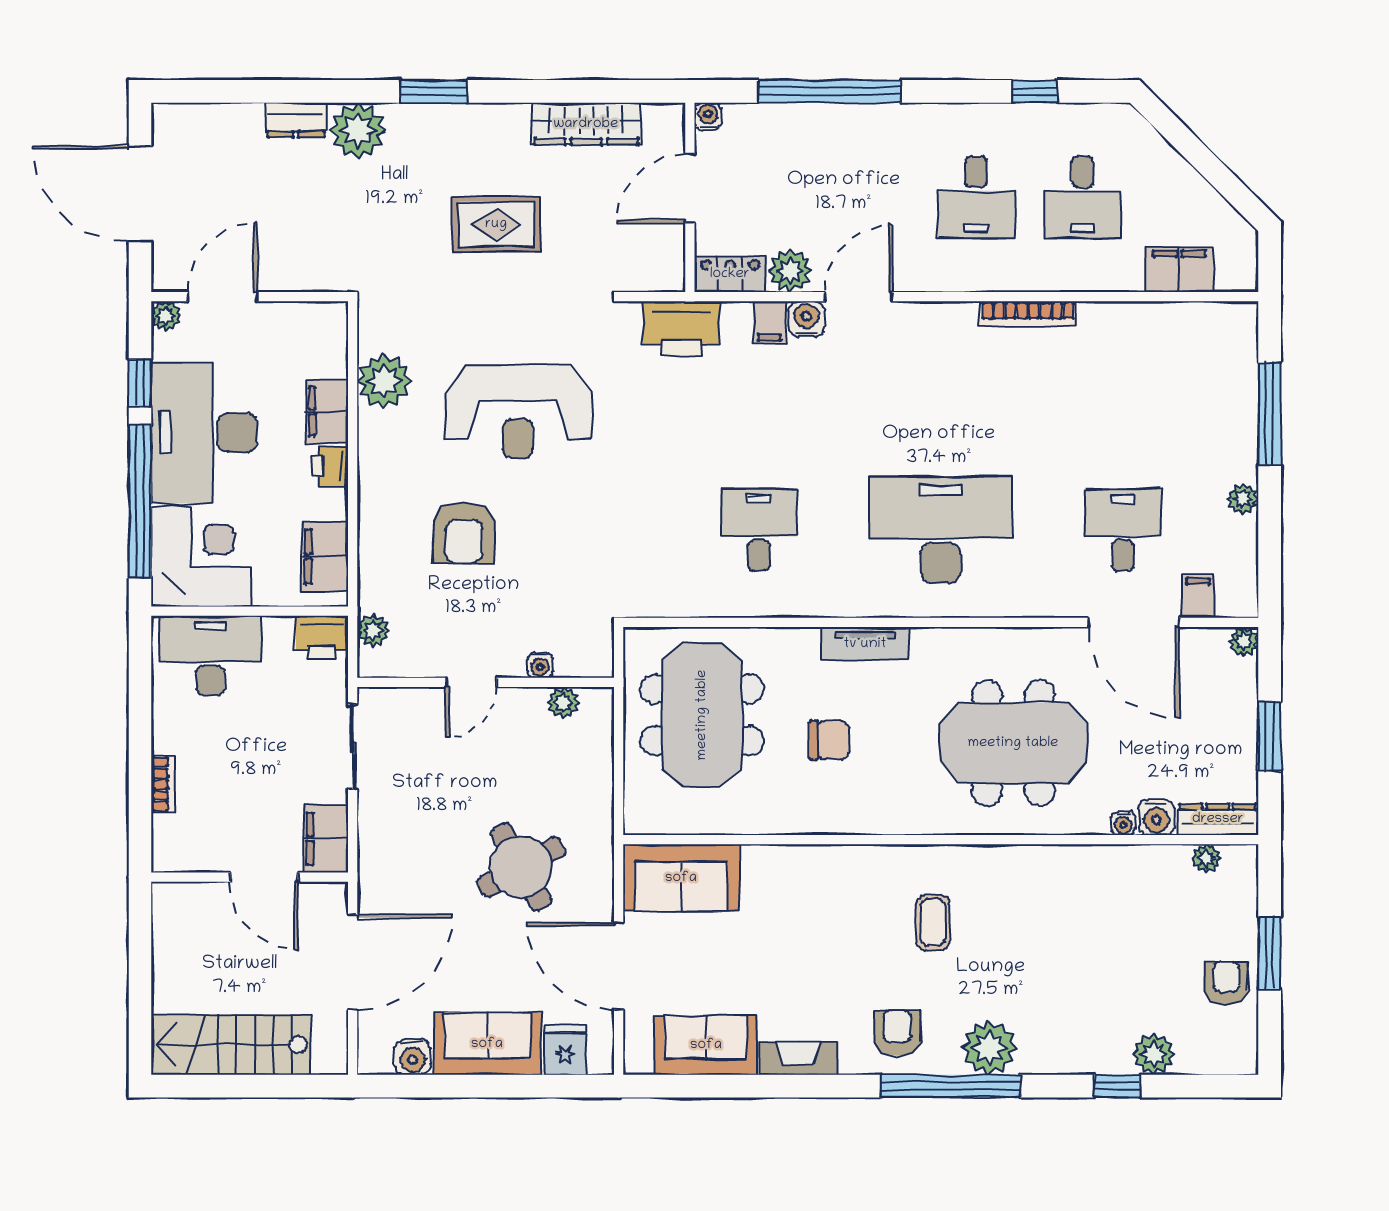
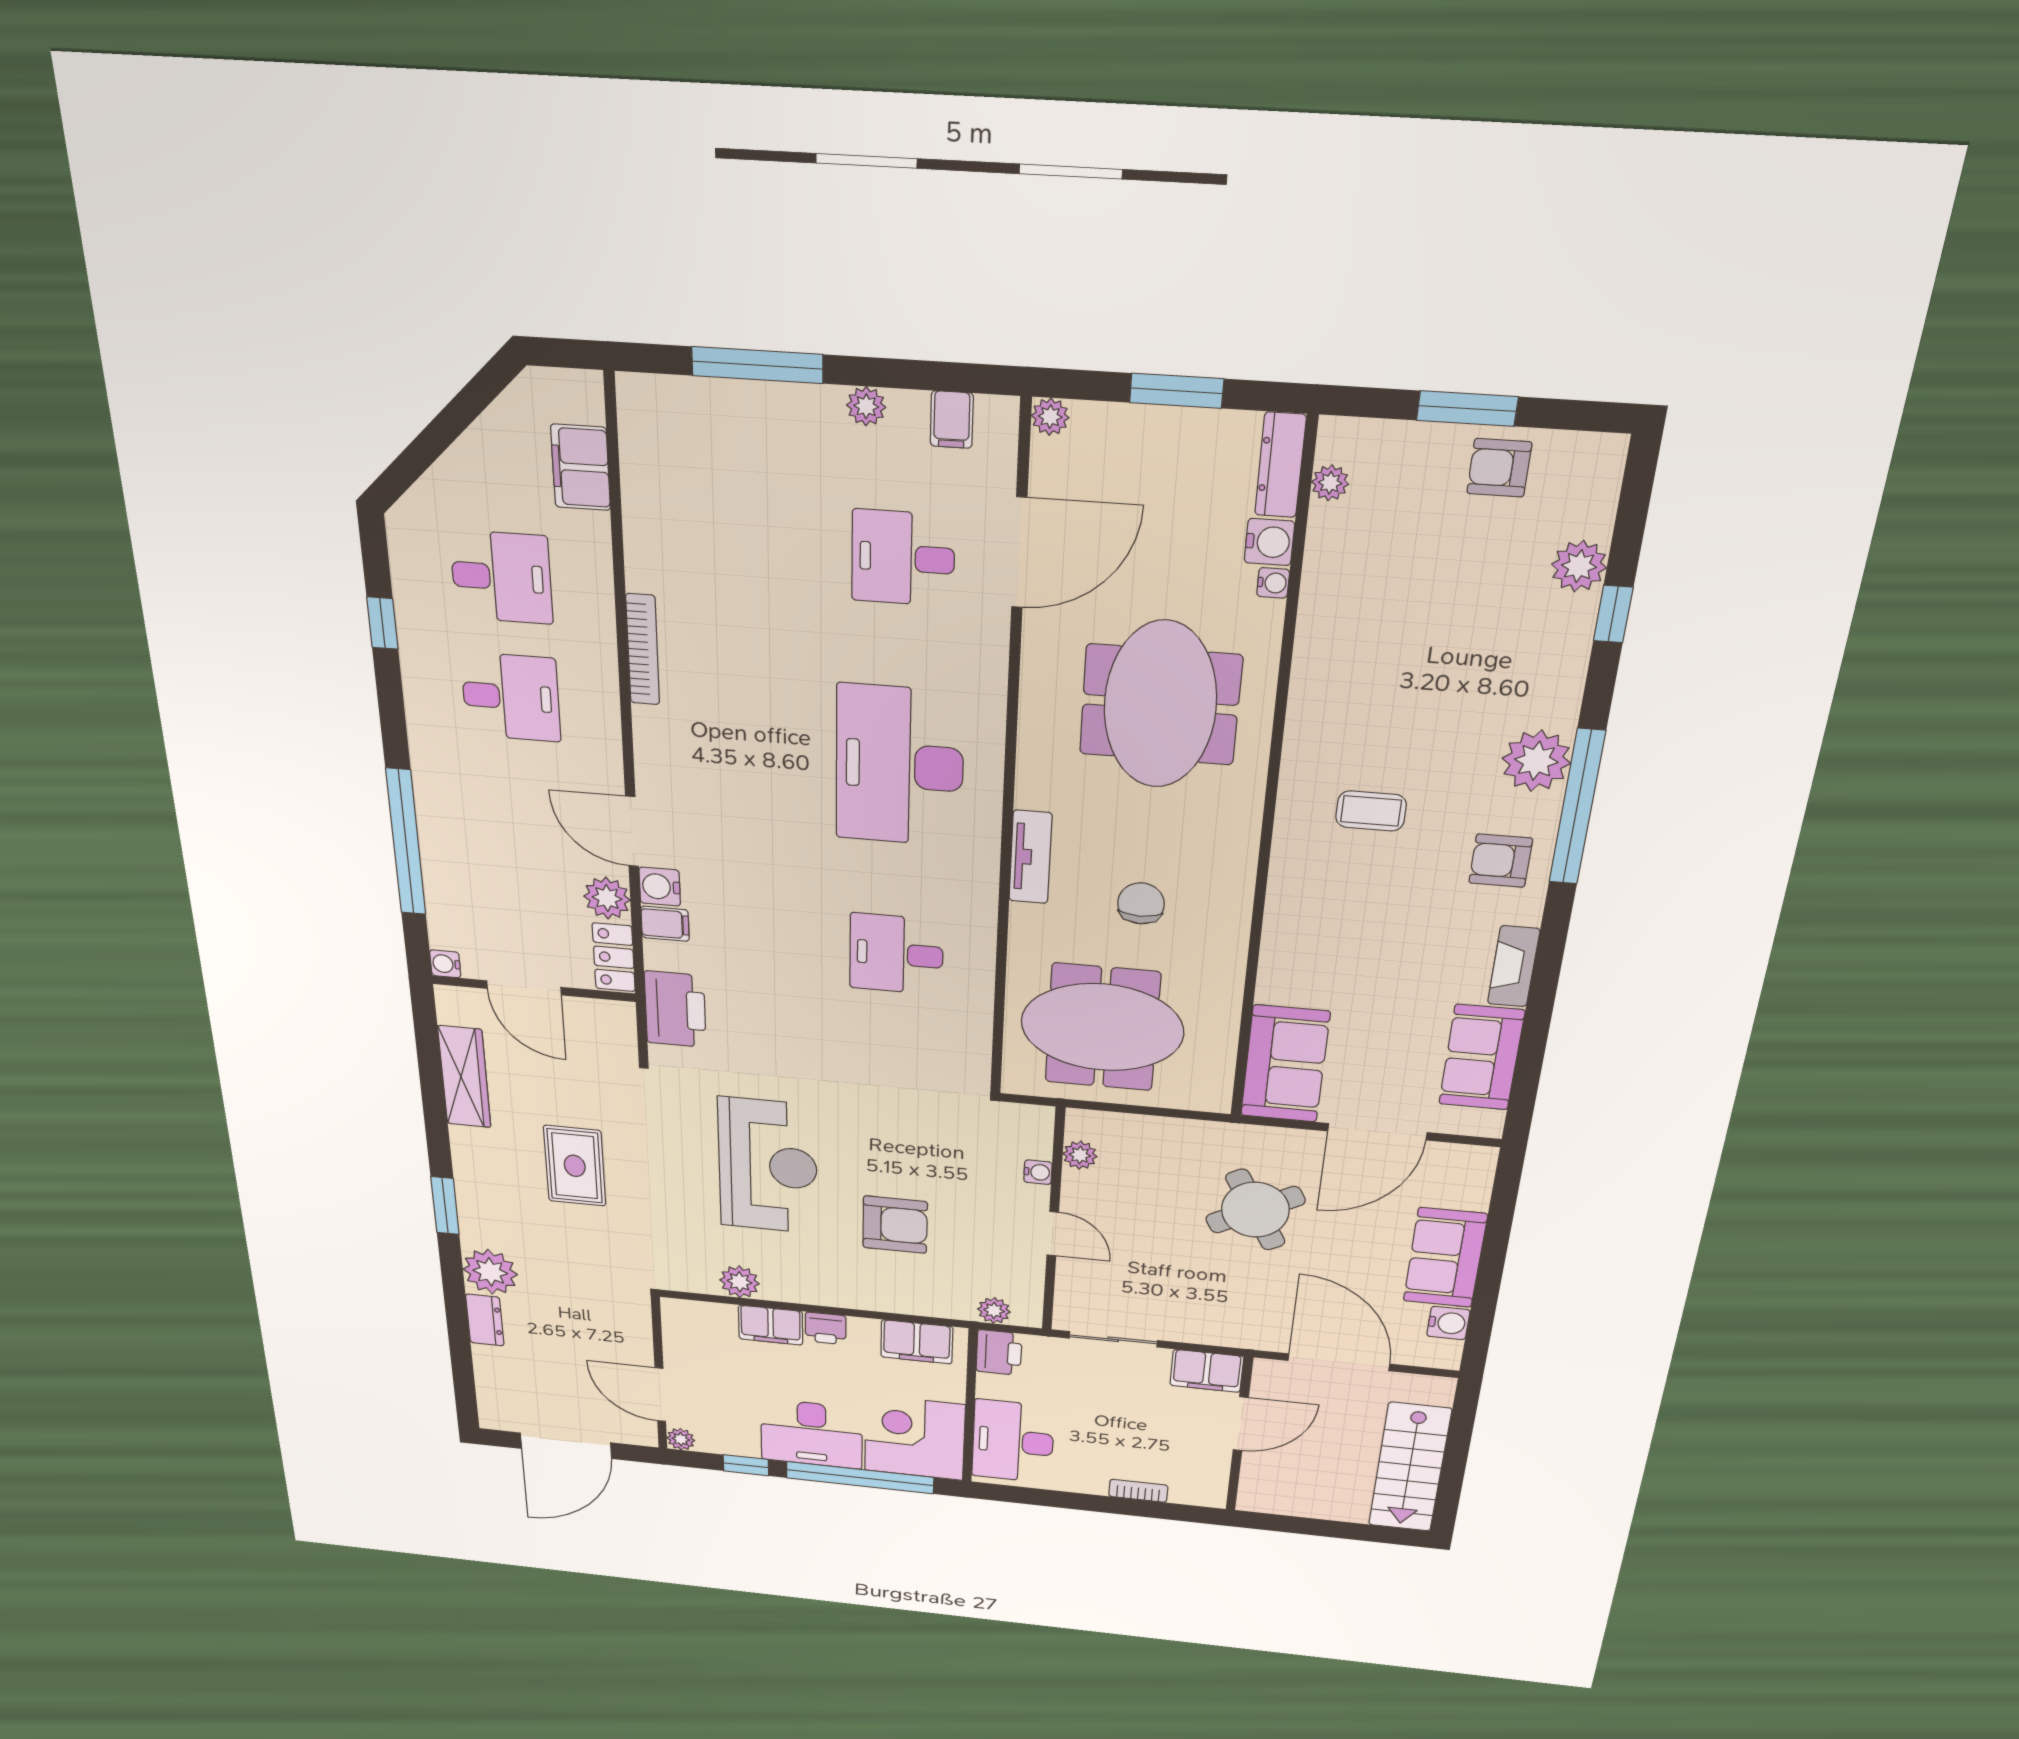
plant: (384, 381) -> (739, 1282), width x0.73, depth x0.73
desk: (204, 433) -> (812, 1434), width x0.73, depth x0.77
filing cabinet: (1198, 596) -> (952, 420), moved, turned -90
fridge: (565, 1050) -> (1464, 1190), removed

